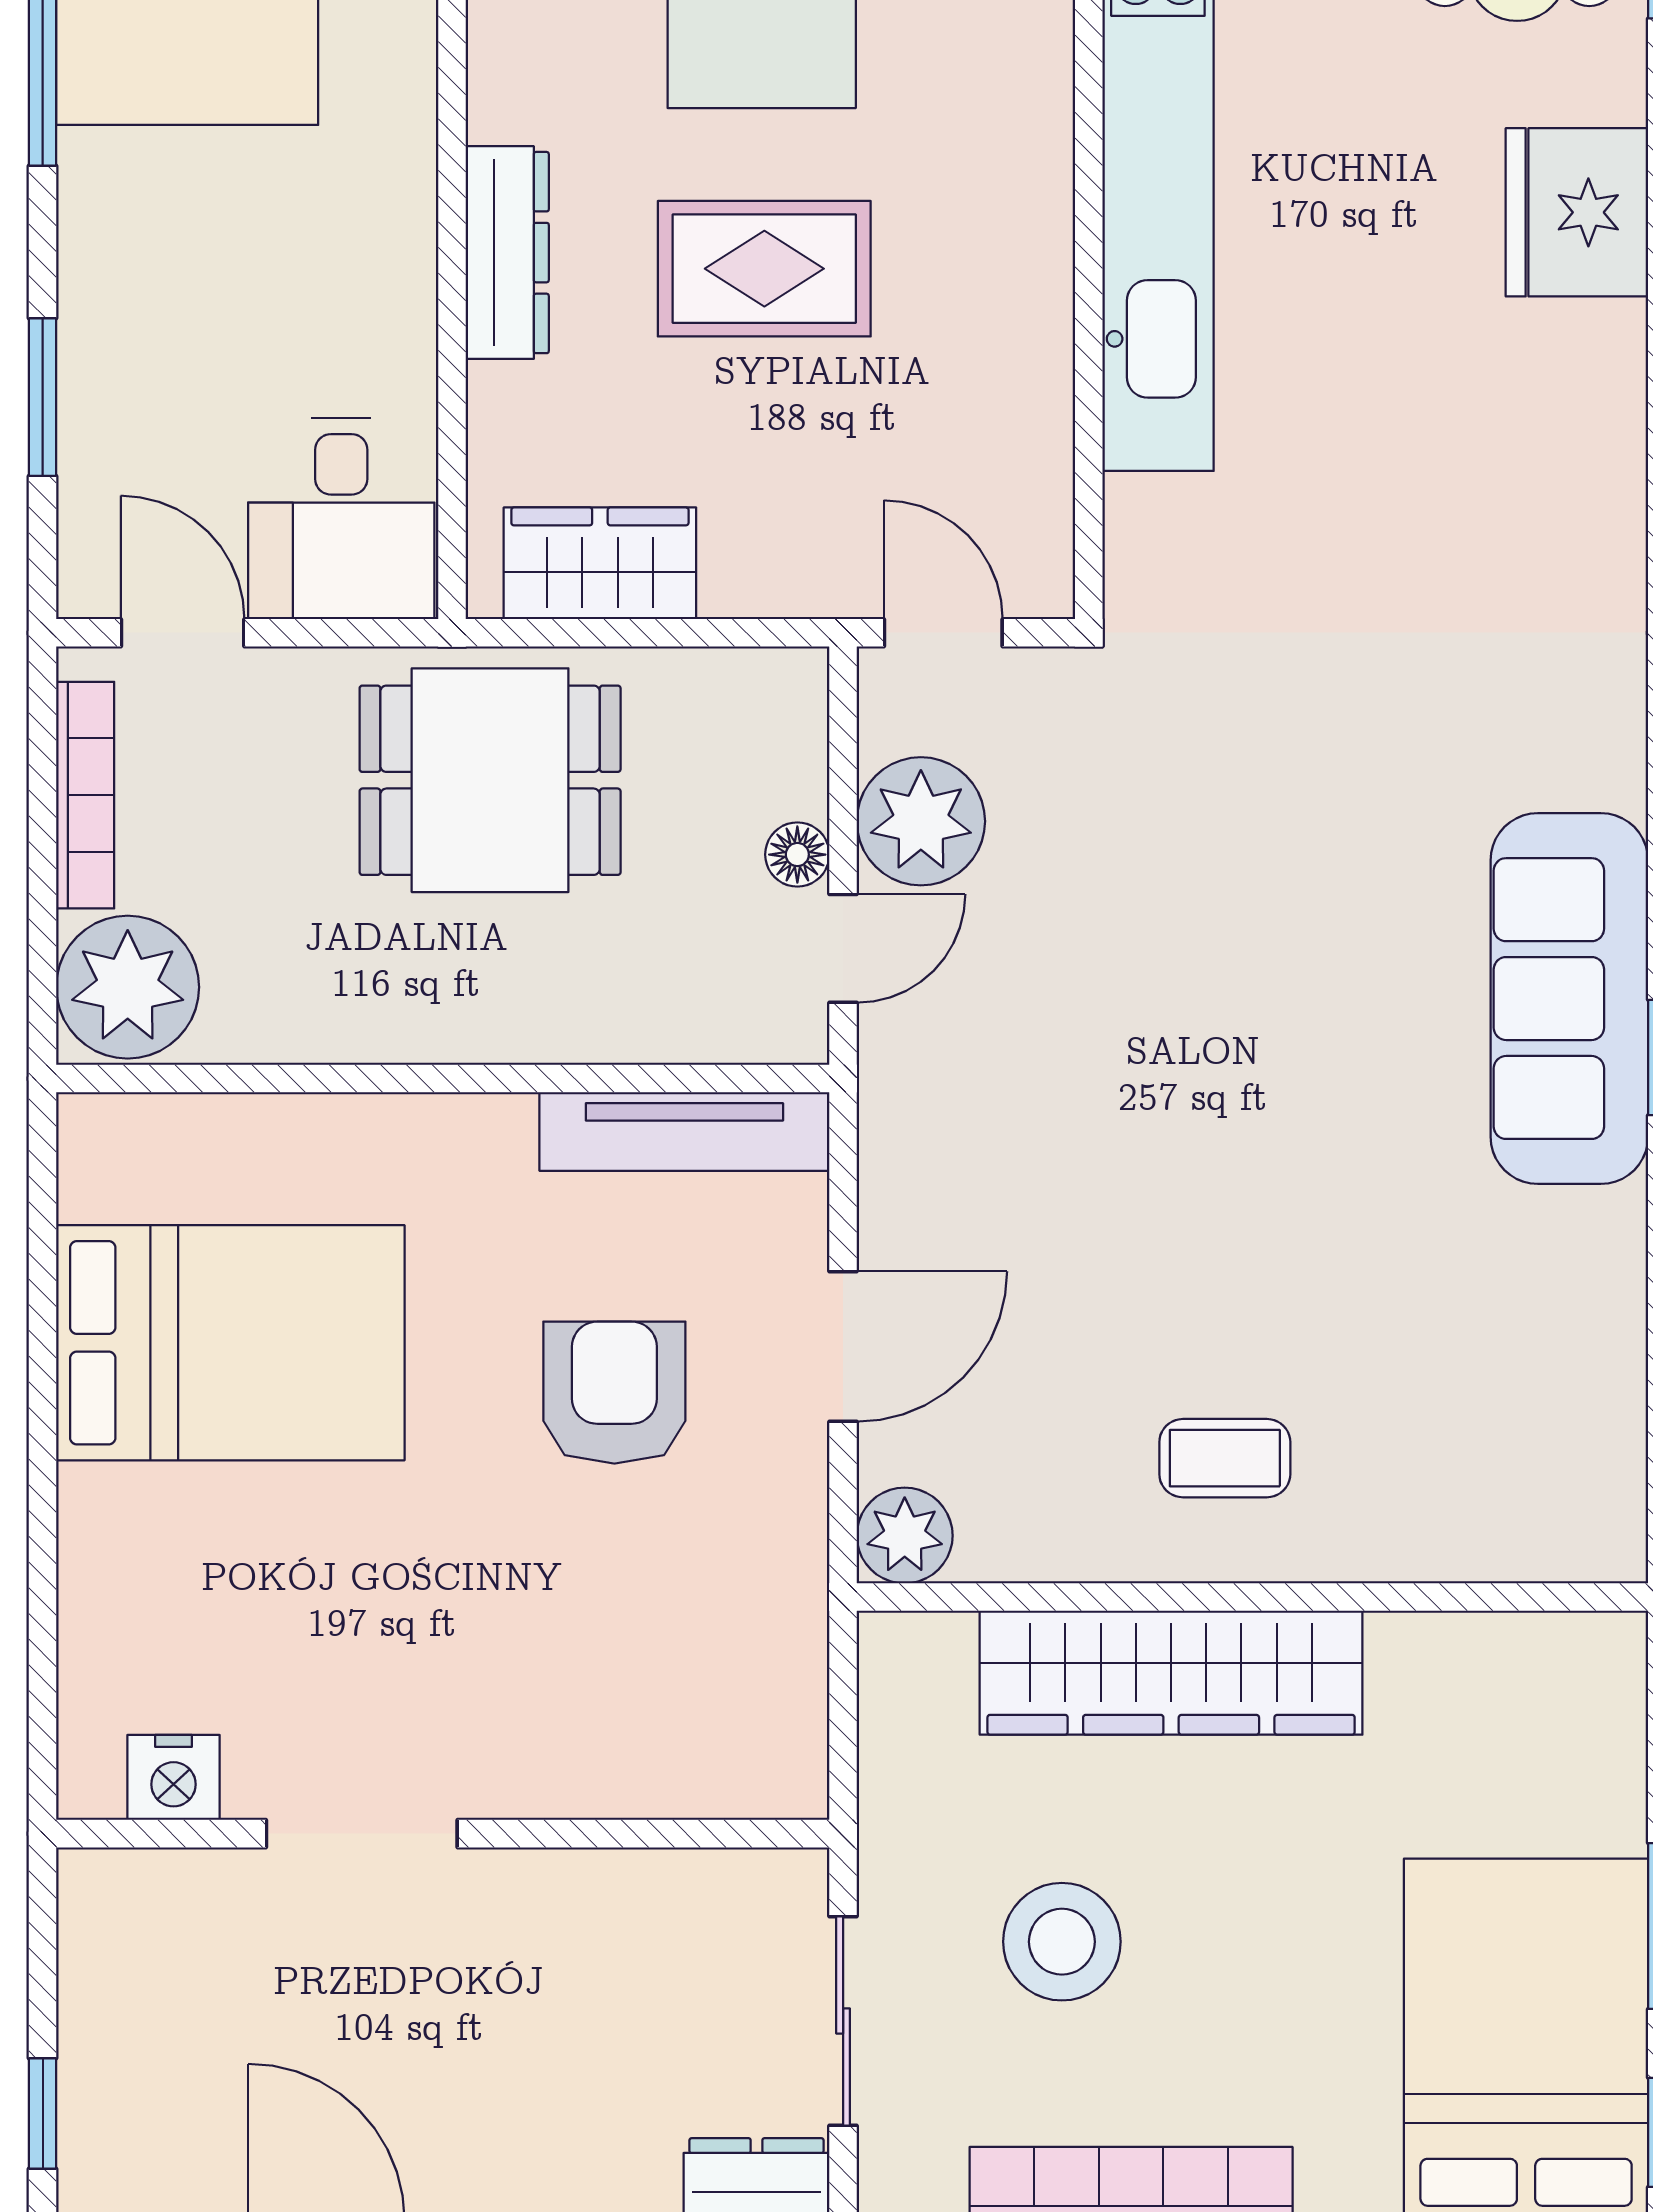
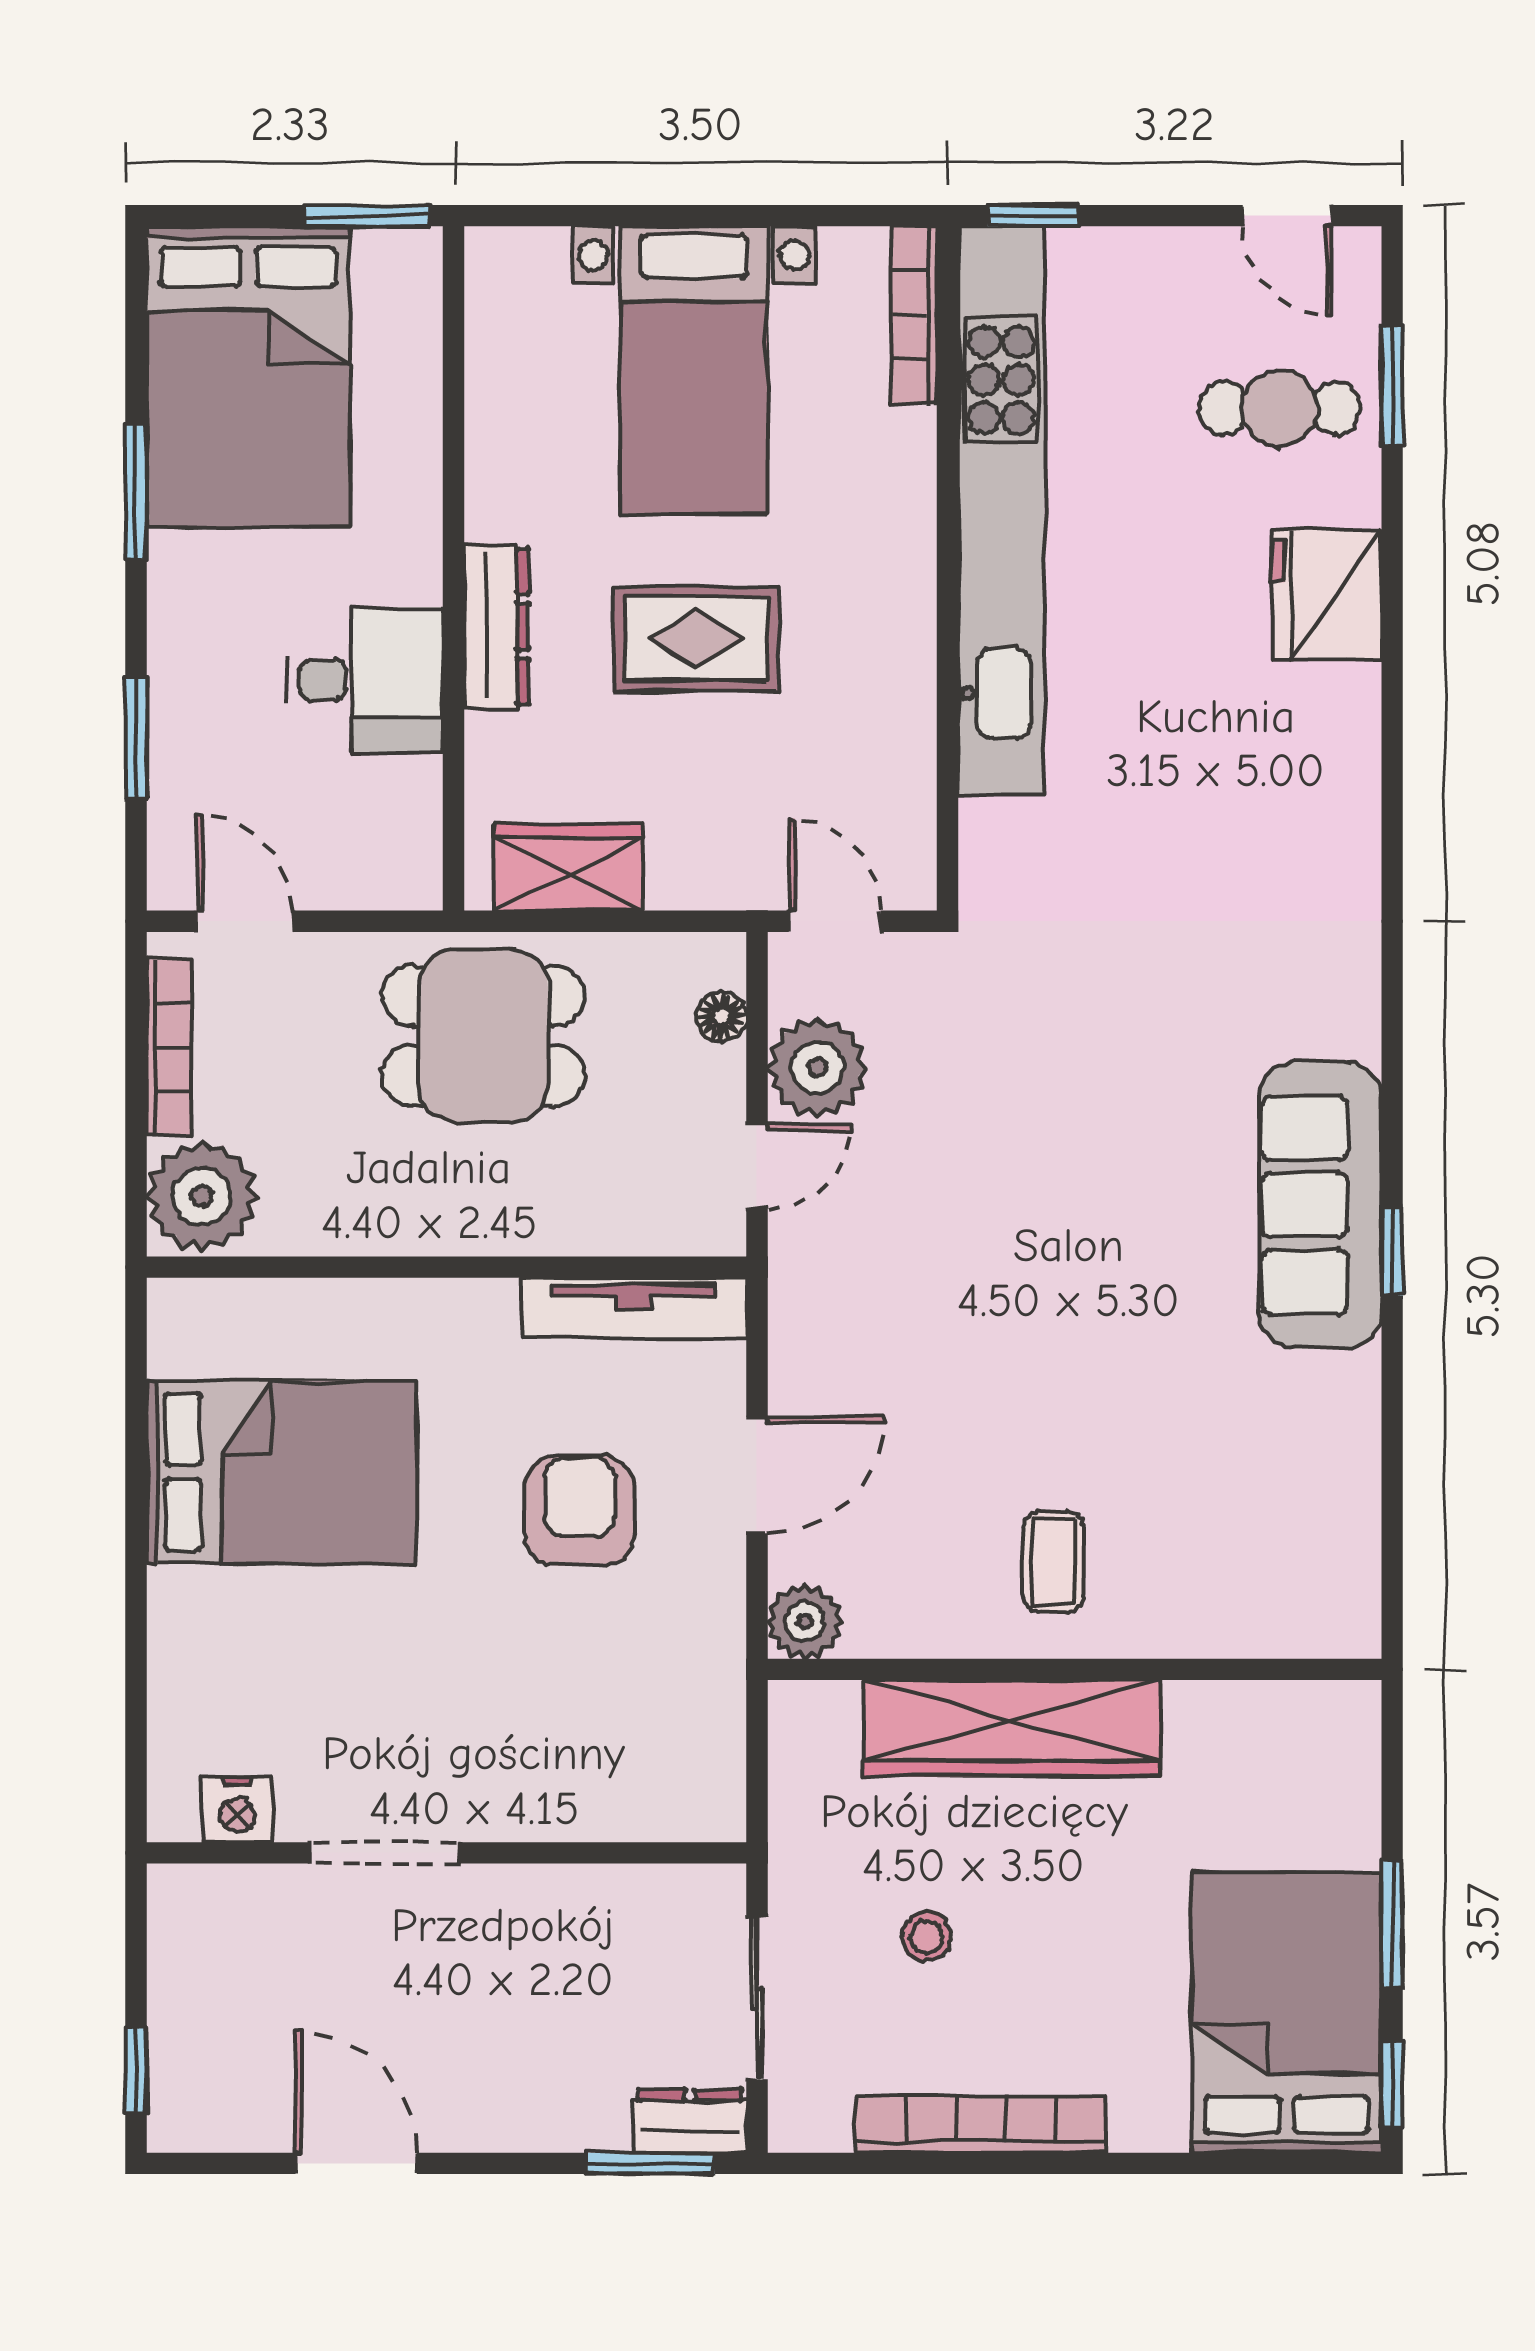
desk: (341, 519) -> (365, 680), moved, turned -90
floor lamp: (797, 855) -> (721, 1017), moved
coffee table: (1225, 1458) -> (1053, 1562), turned 90
stool: (1062, 1942) -> (927, 1937), width x0.53, depth x0.53

